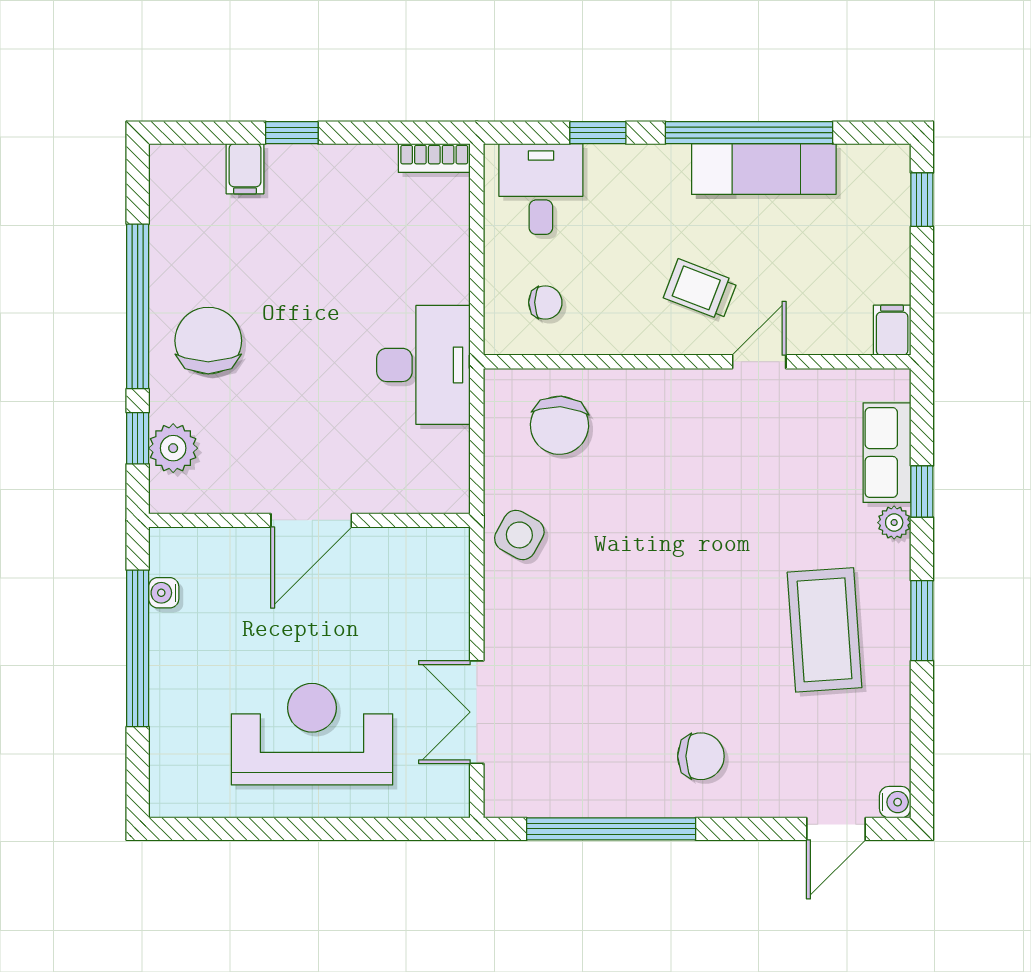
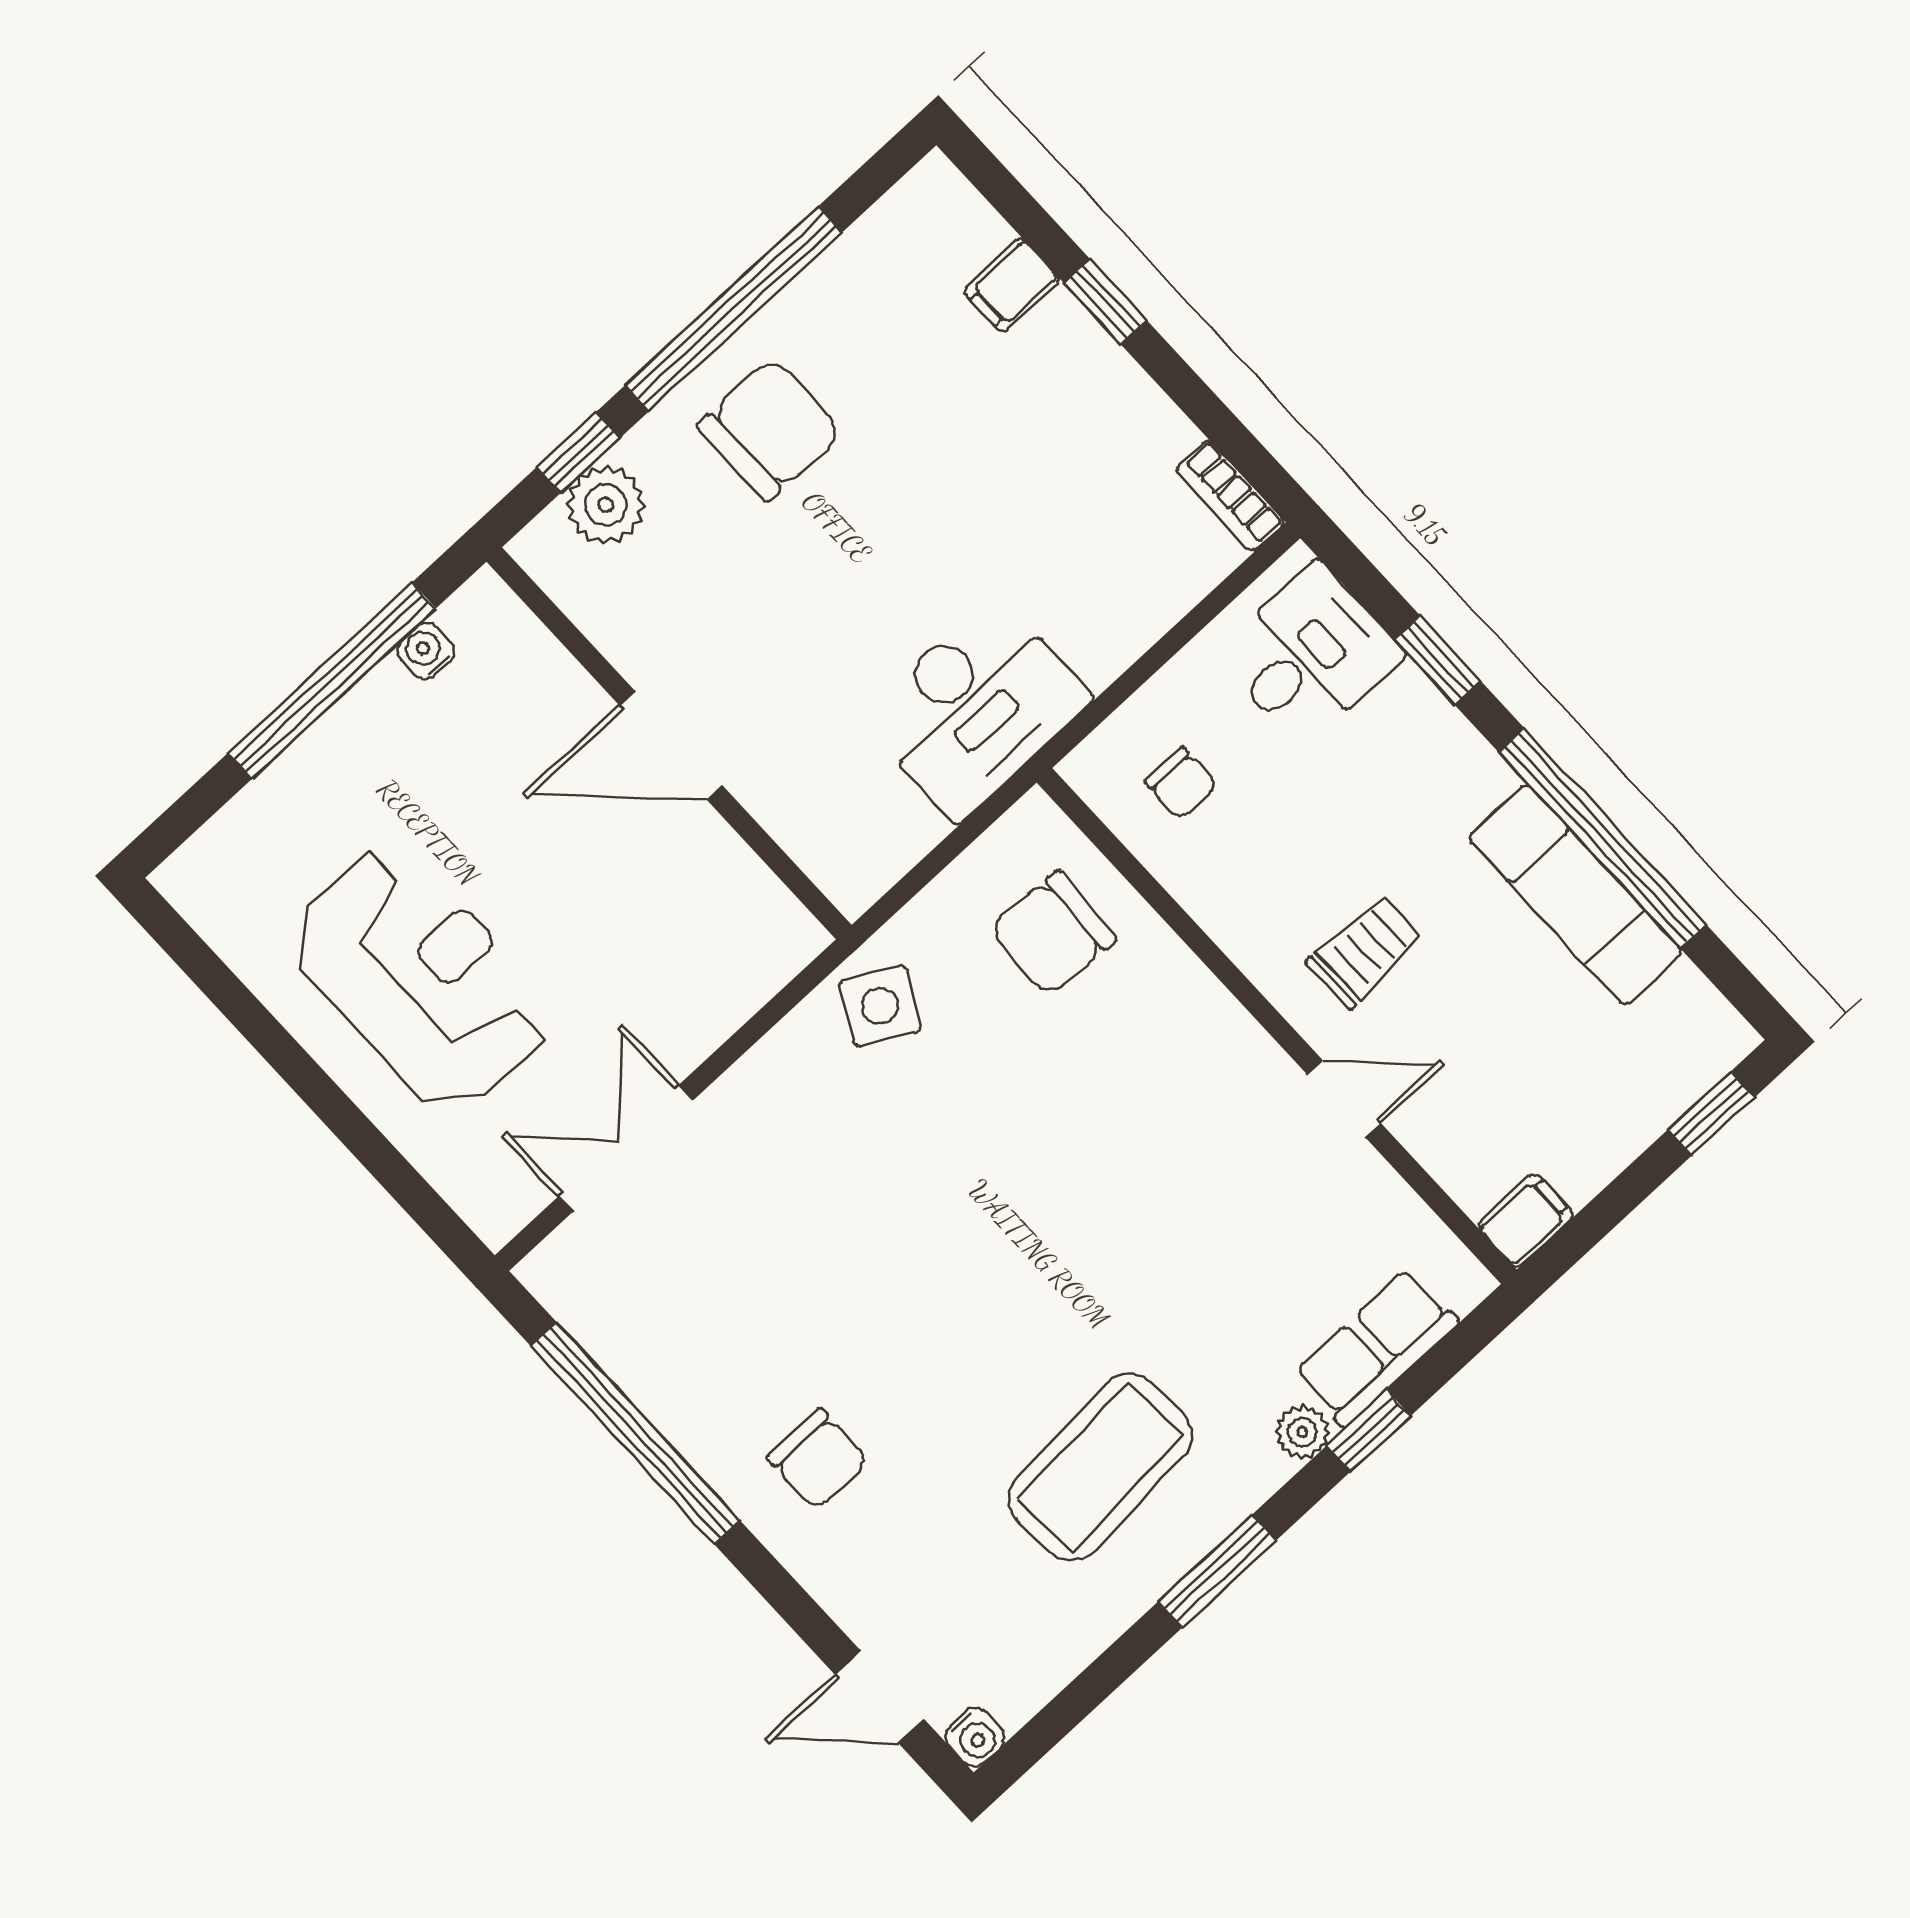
trolley: (700, 290) -> (1365, 951), turned 69

